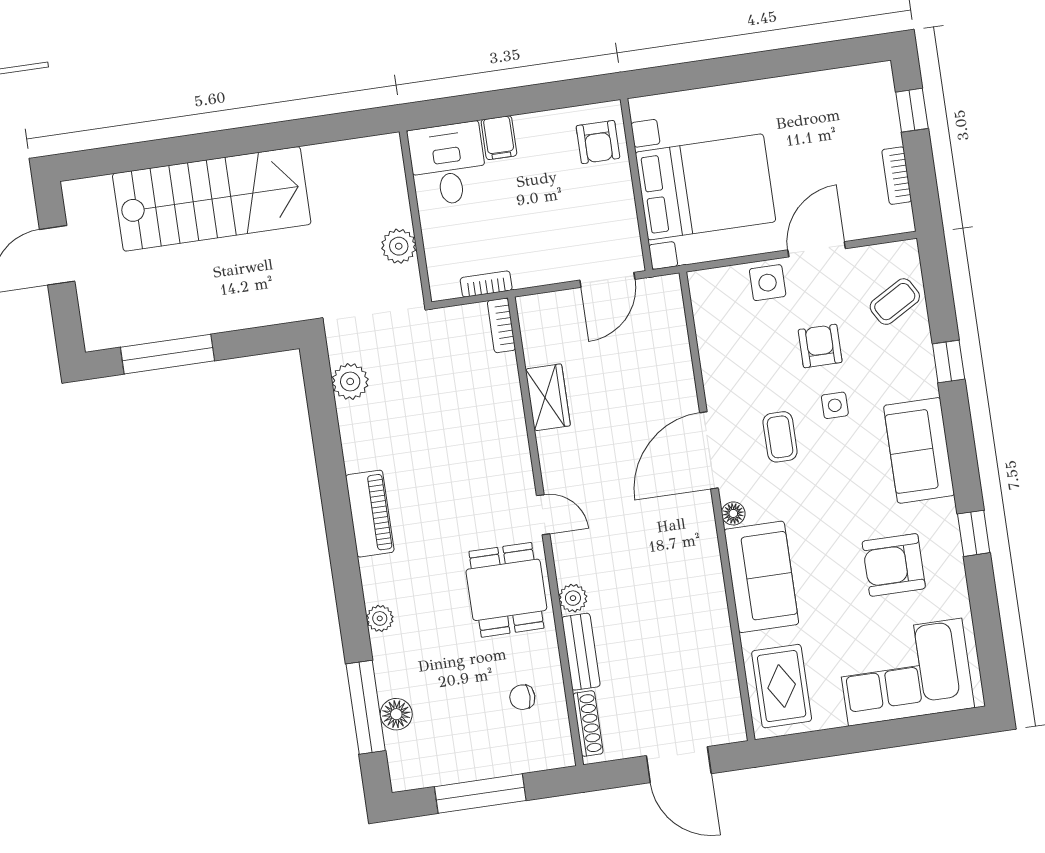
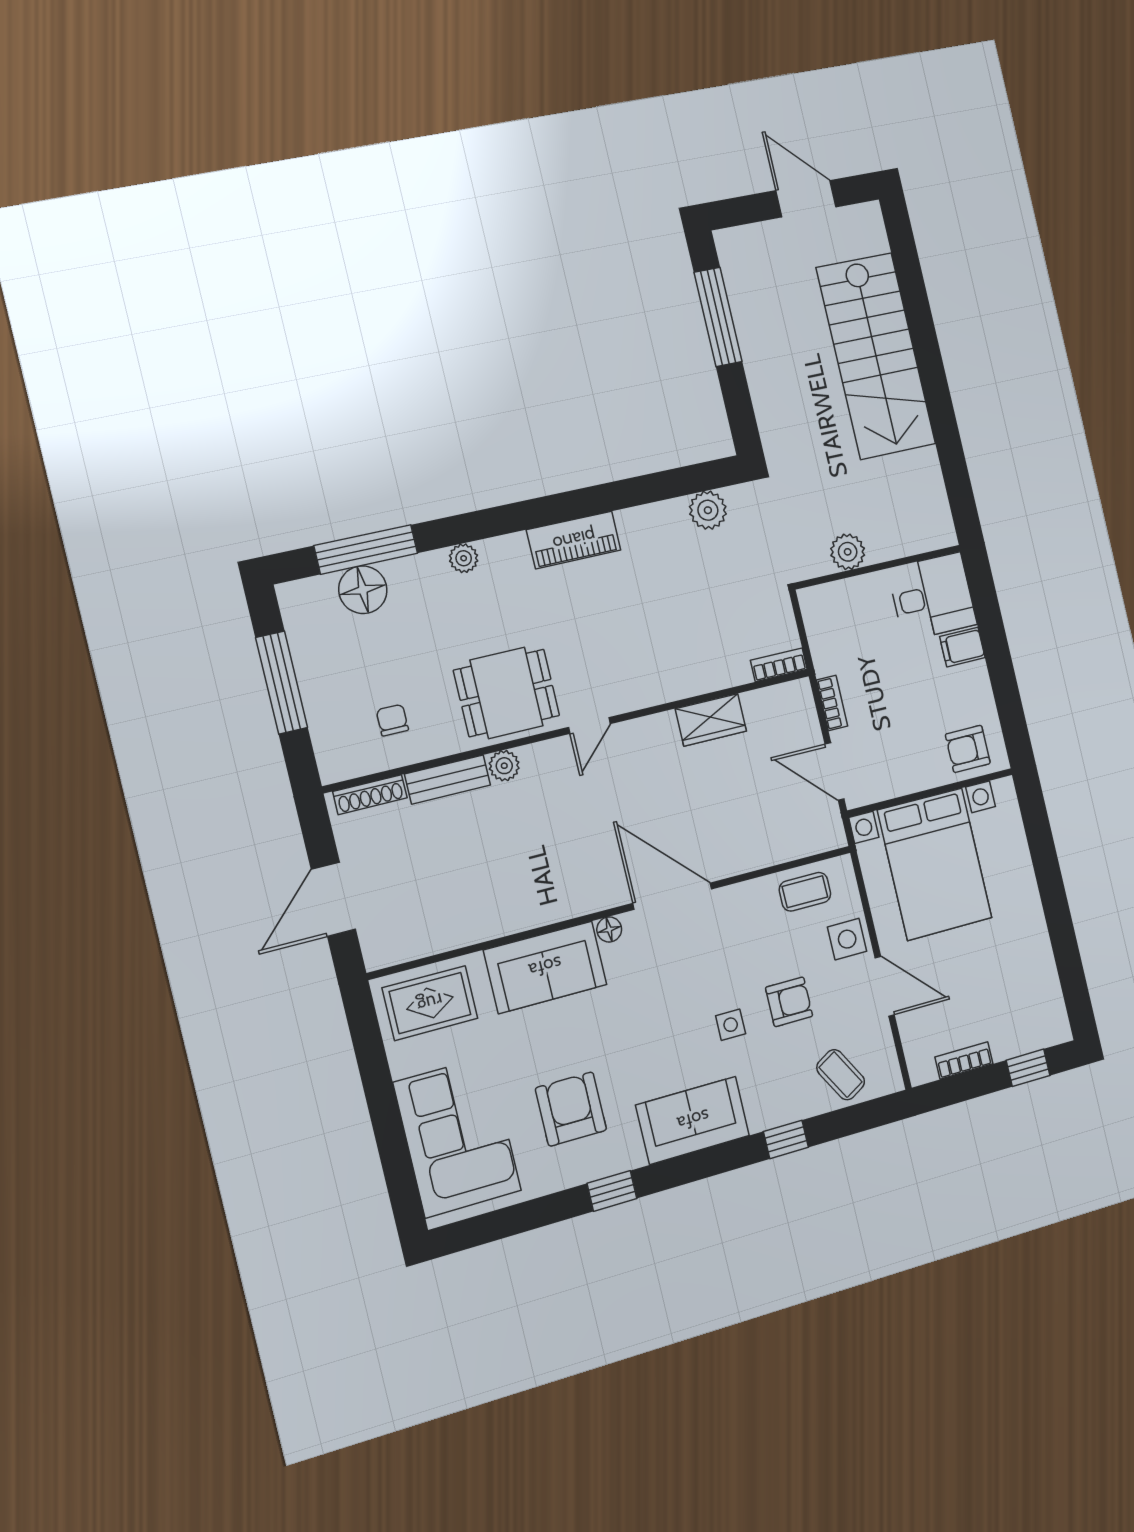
bookcase: (486, 284) -> (832, 703), moved
coffee table: (780, 437) -> (805, 892), moved
floor lamp: (396, 714) -> (363, 590), width x1.38, depth x1.38

